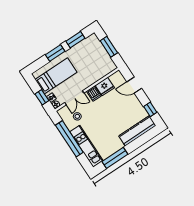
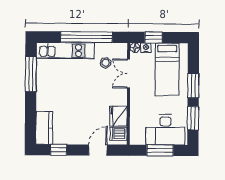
desk: (94, 52) -> (165, 130), added
dishwasher: (94, 94) -> (118, 134), moved
kitchen counter: (137, 131) -> (44, 128), width x0.67

